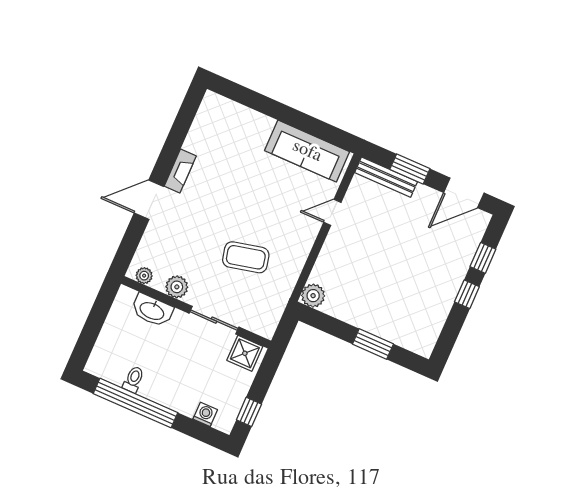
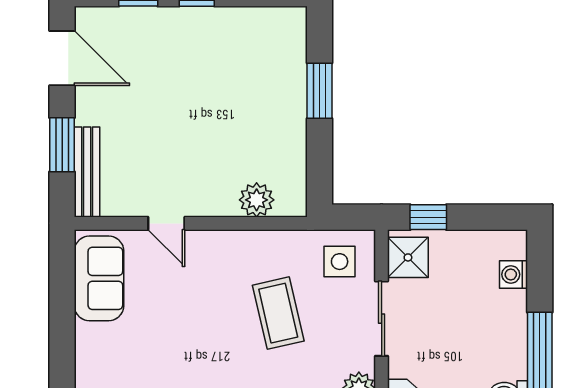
sofa: (307, 151) -> (99, 278), width x0.73
plant: (313, 296) -> (257, 200), moved
side table: (261, 310) -> (340, 262), added
window: (249, 412) -> (428, 217), moved

